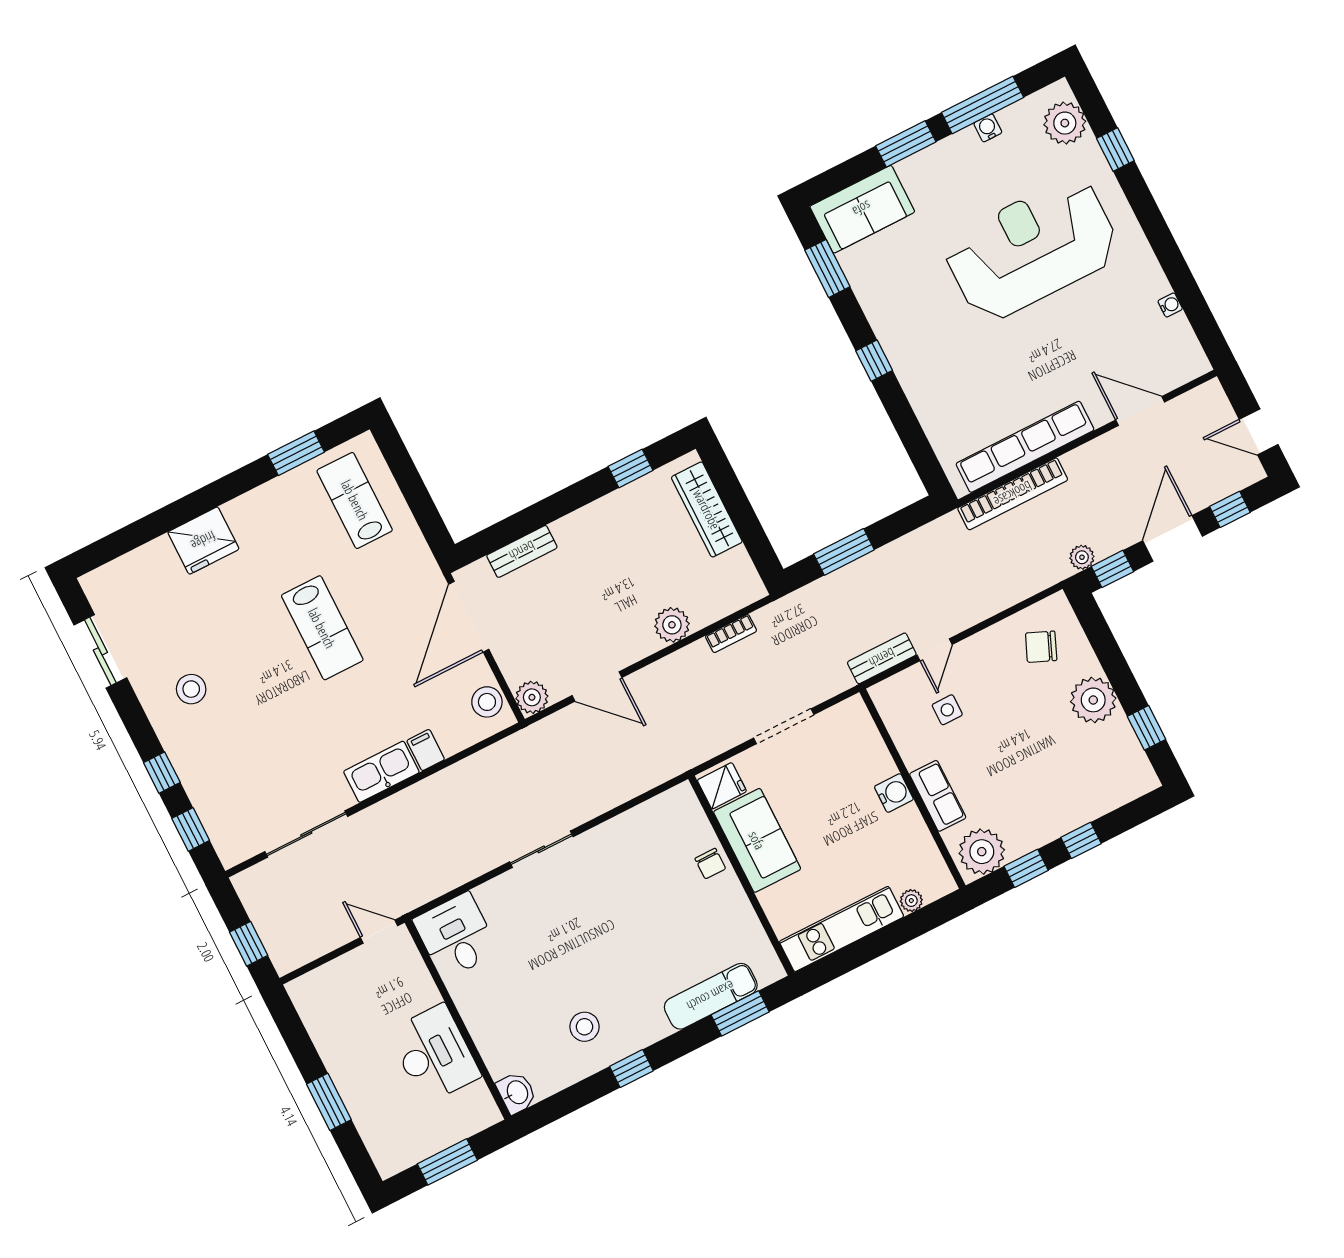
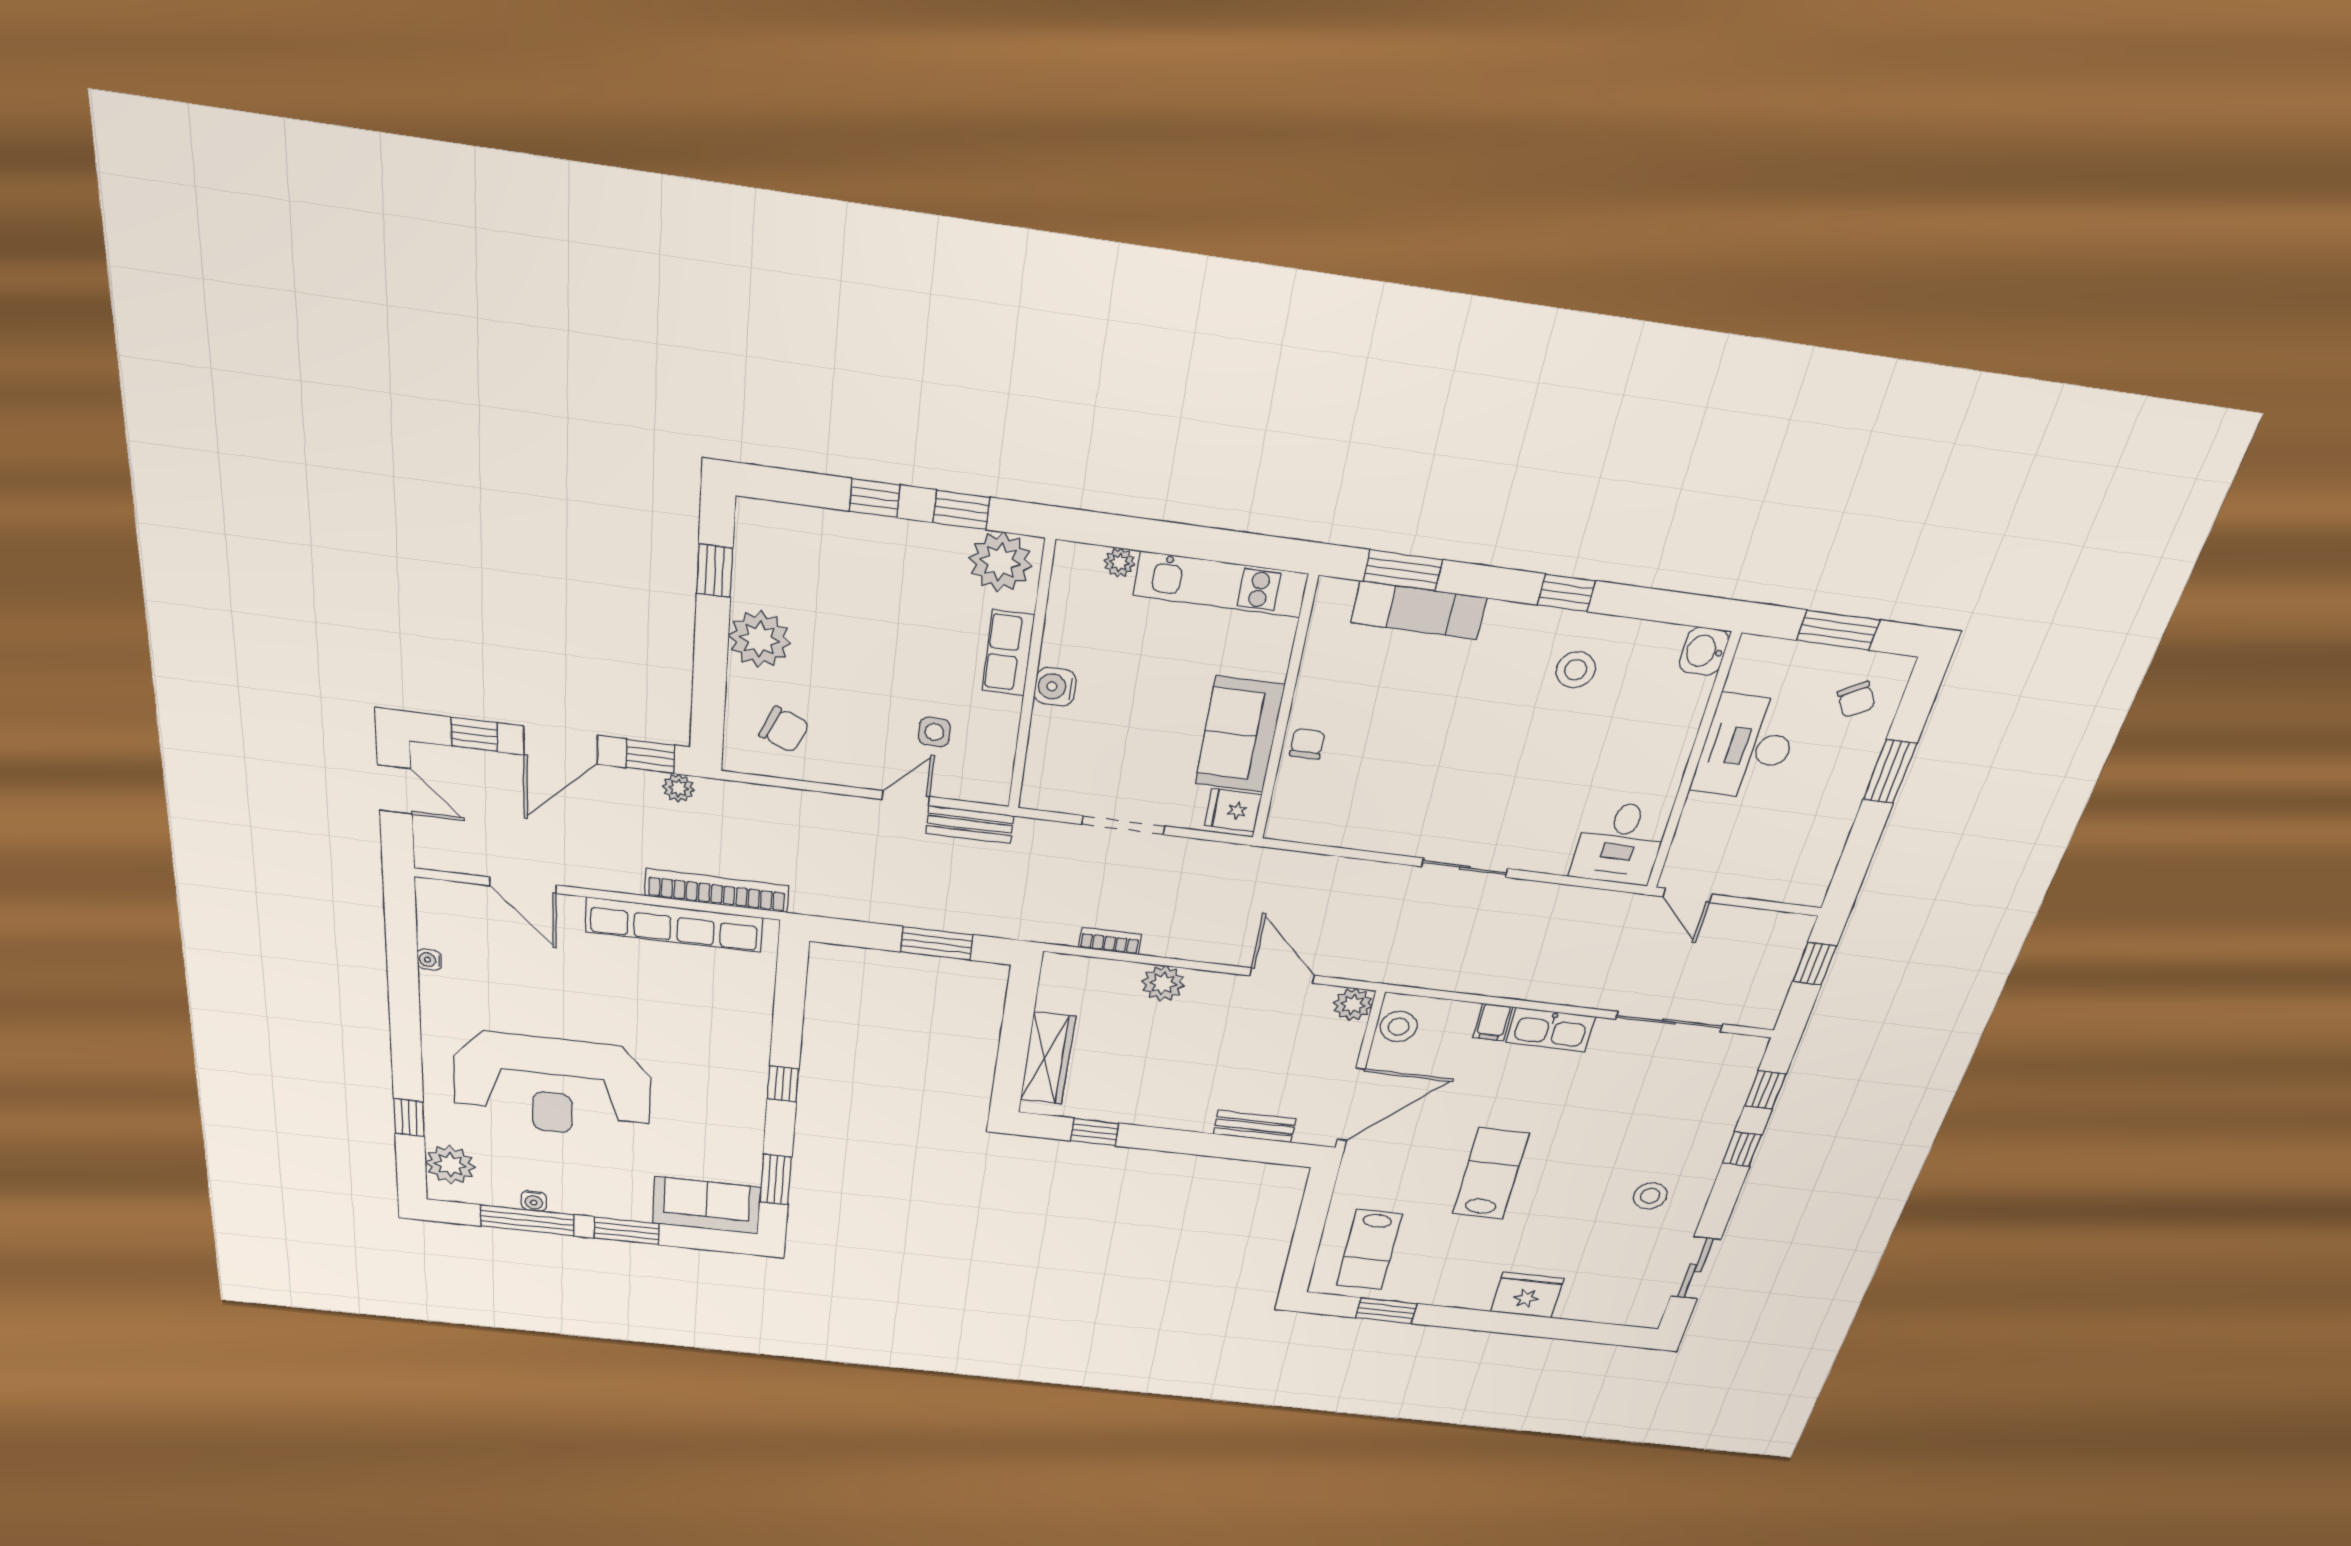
chair: (395, 1130) -> (1856, 700), added

